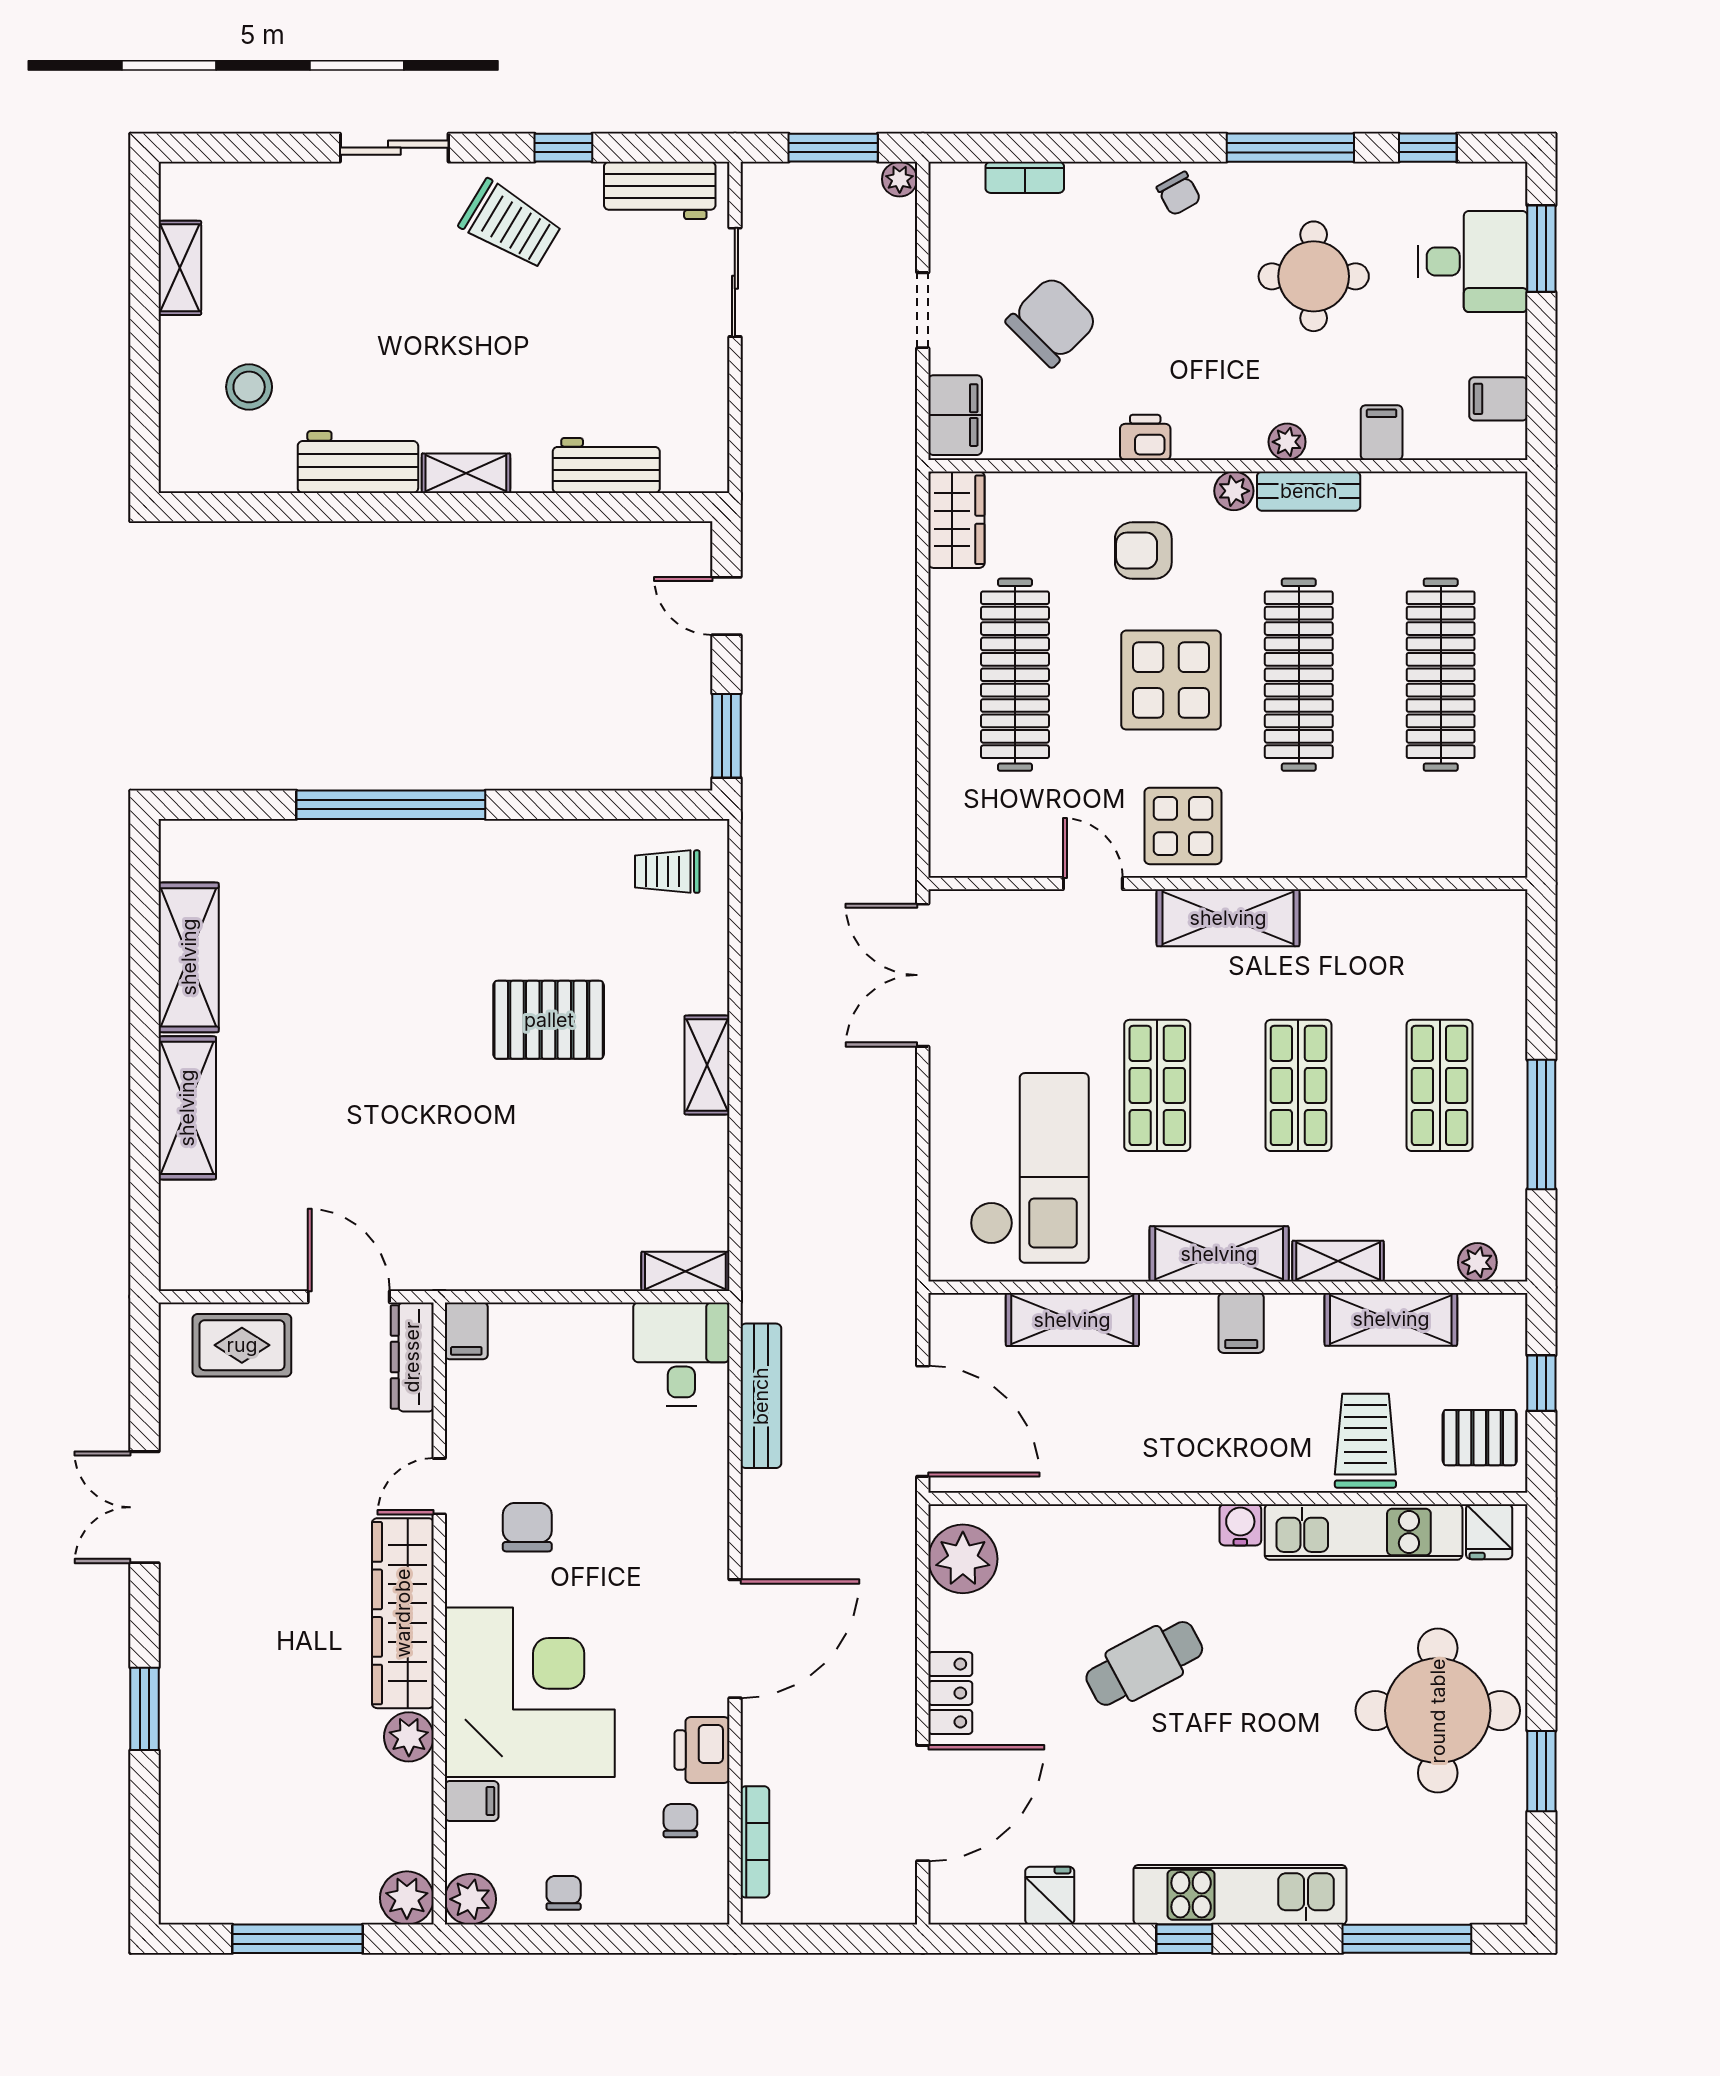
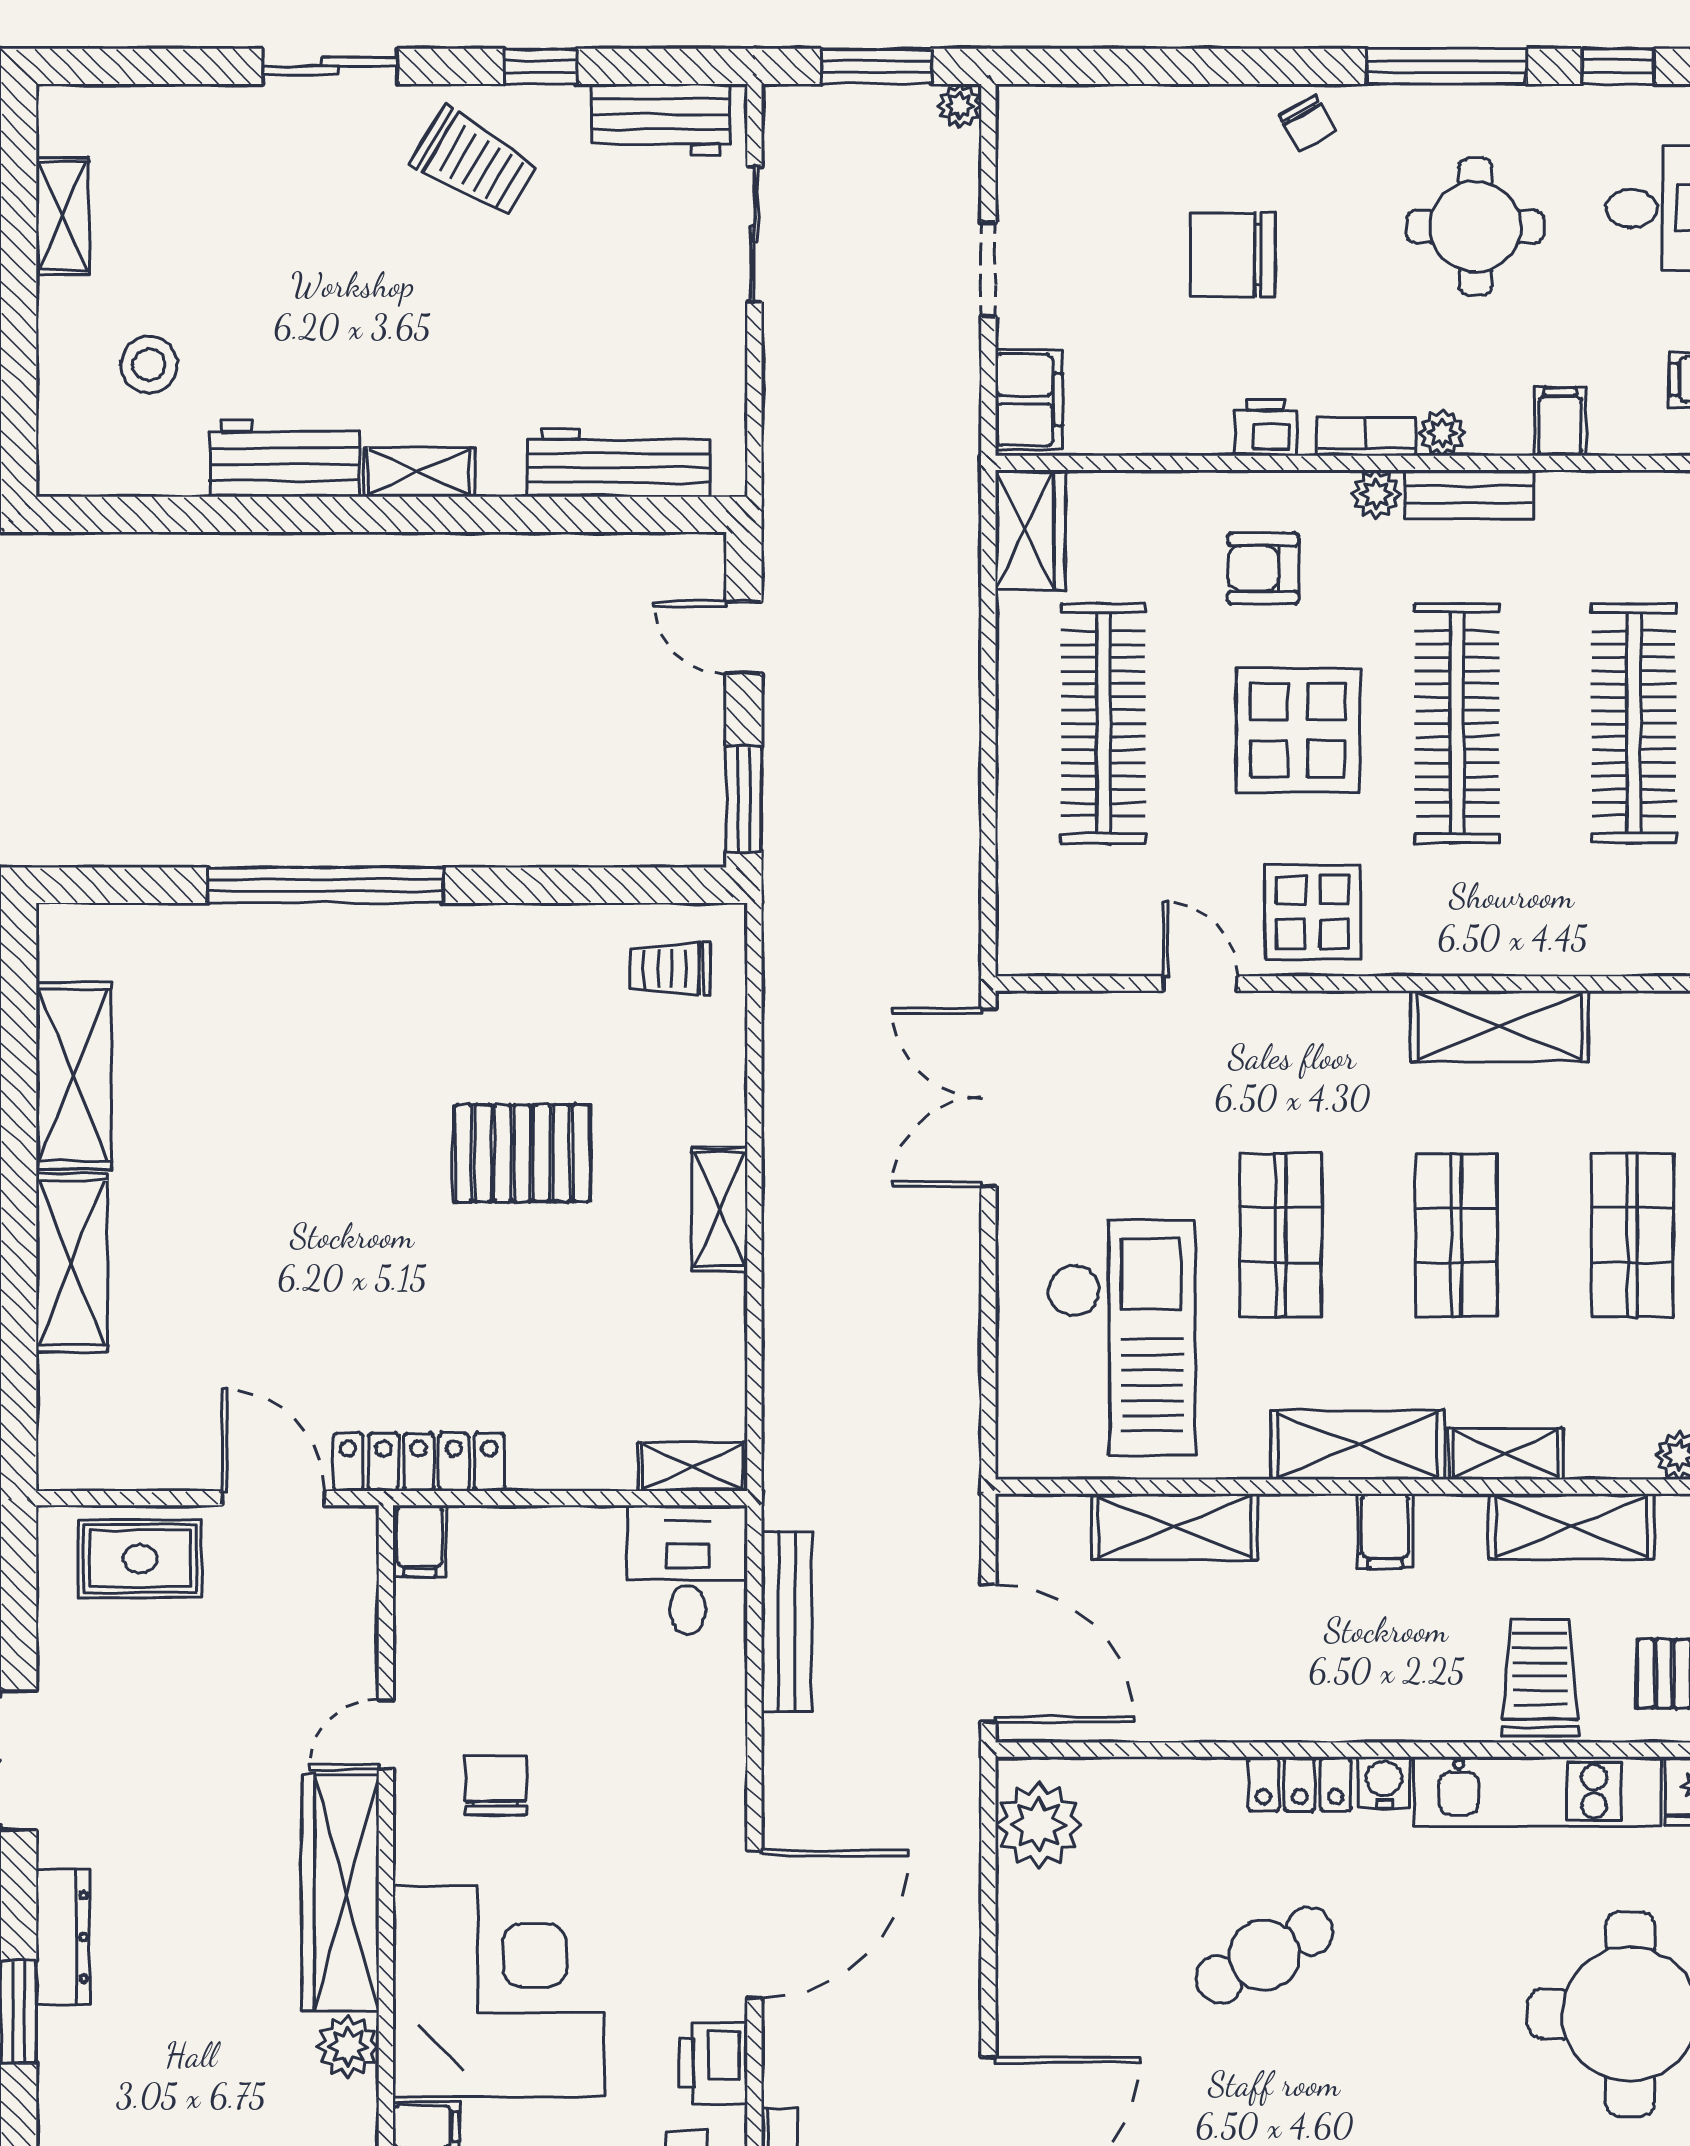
bookcase: (1025, 177) -> (1366, 436), moved, turned 180
chair: (1052, 322) -> (1233, 255), moved, turned -135
workbench: (606, 465) -> (619, 463), width x1.38
shelving: (1228, 918) -> (1500, 1026), moved
locker: (466, 1268) -> (419, 1462), added
dresser: (412, 1357) -> (63, 1937), moved, turned 180
locker: (950, 1693) -> (1300, 1784), moved, turned 90

